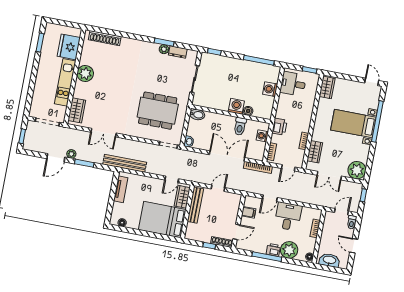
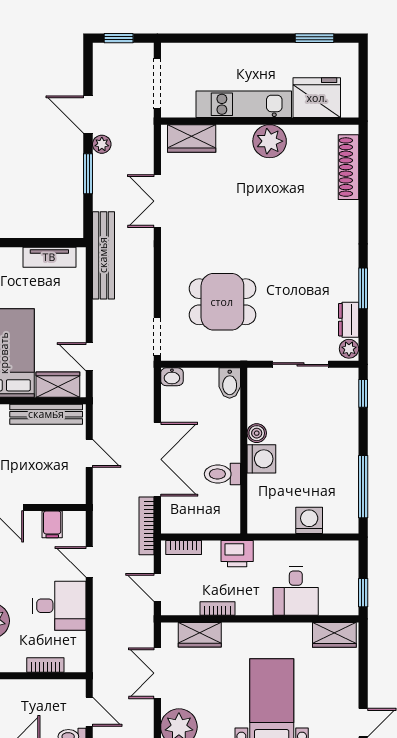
plant: (164, 49) -> (349, 349), moved
desk: (293, 84) -> (296, 591), moved, turned 180
dining table: (158, 111) -> (222, 302), width x0.73
boiler: (248, 111) -> (257, 433), moved
washing machine: (262, 136) -> (212, 523), removed

